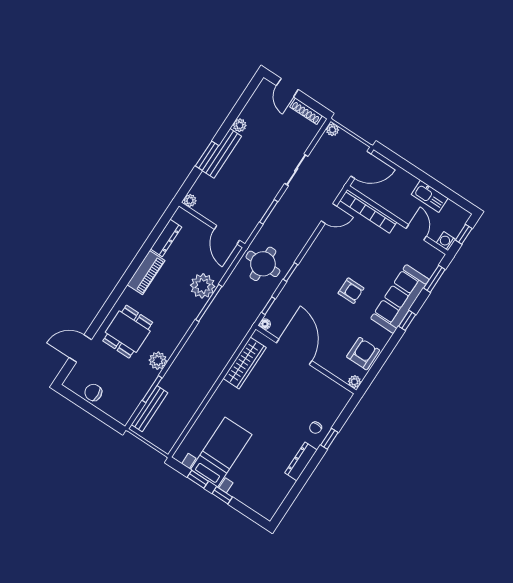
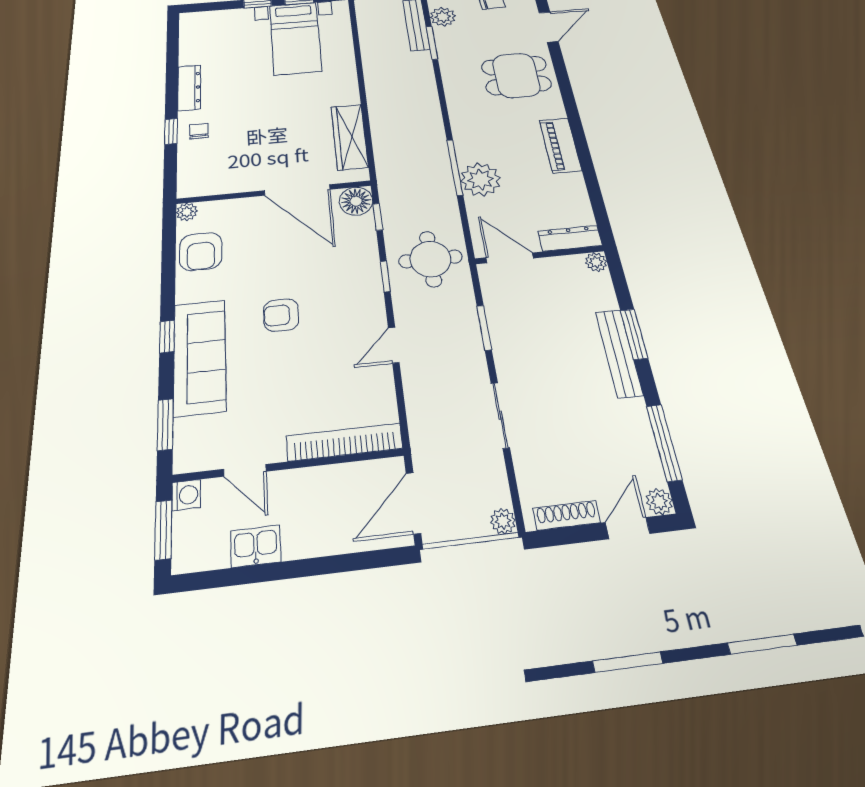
door: (287, 88) -> (628, 528), hinge flipped
window: (241, 104) -> (664, 443), added
plant: (240, 125) -> (659, 502), moved
kitchen sink: (430, 196) -> (256, 546), width x0.73
door: (329, 214) -> (394, 345), moved
window: (464, 234) -> (163, 530), width x1.50
dresser: (166, 238) -> (570, 238), moved, turned 90
floor lamp: (265, 324) -> (356, 201), width x1.89, depth x1.89
dining table: (128, 332) -> (516, 75), turned 90
plant: (158, 361) -> (443, 17), moved

